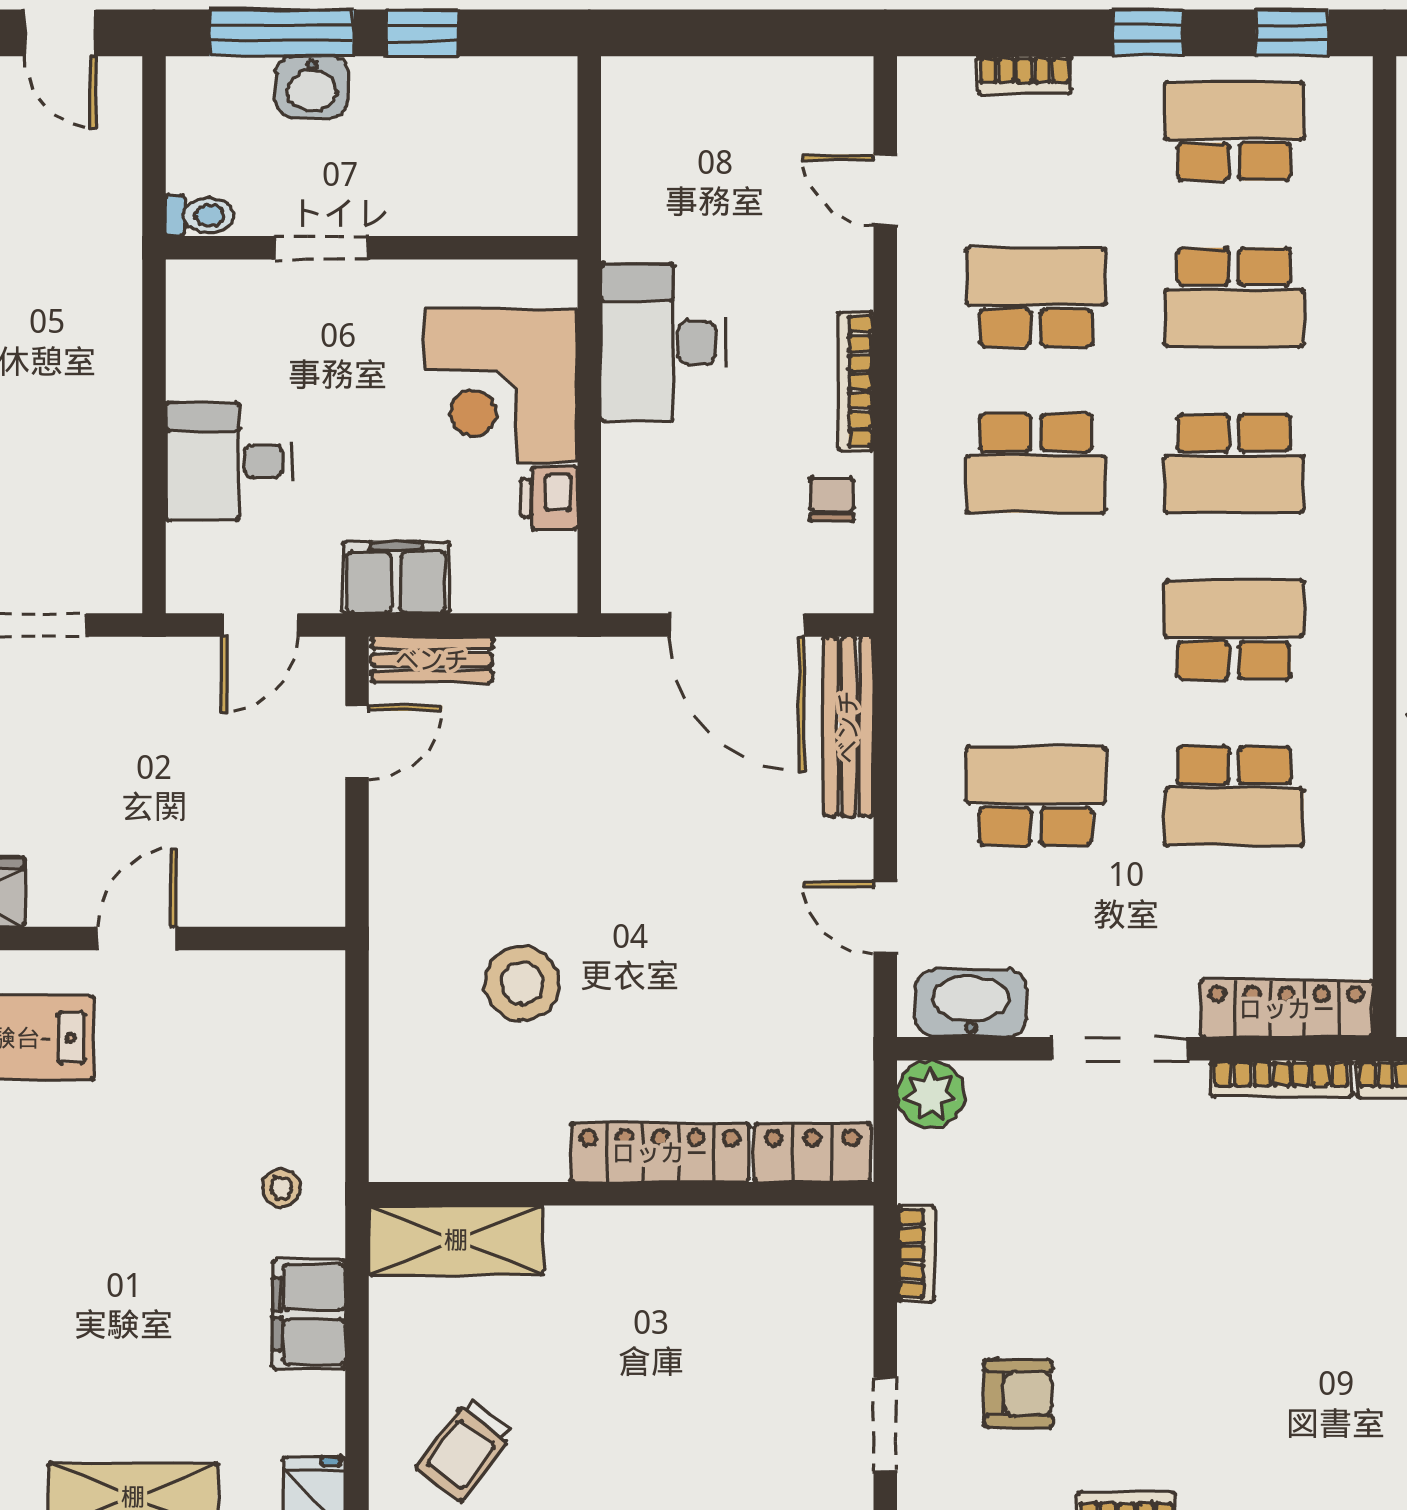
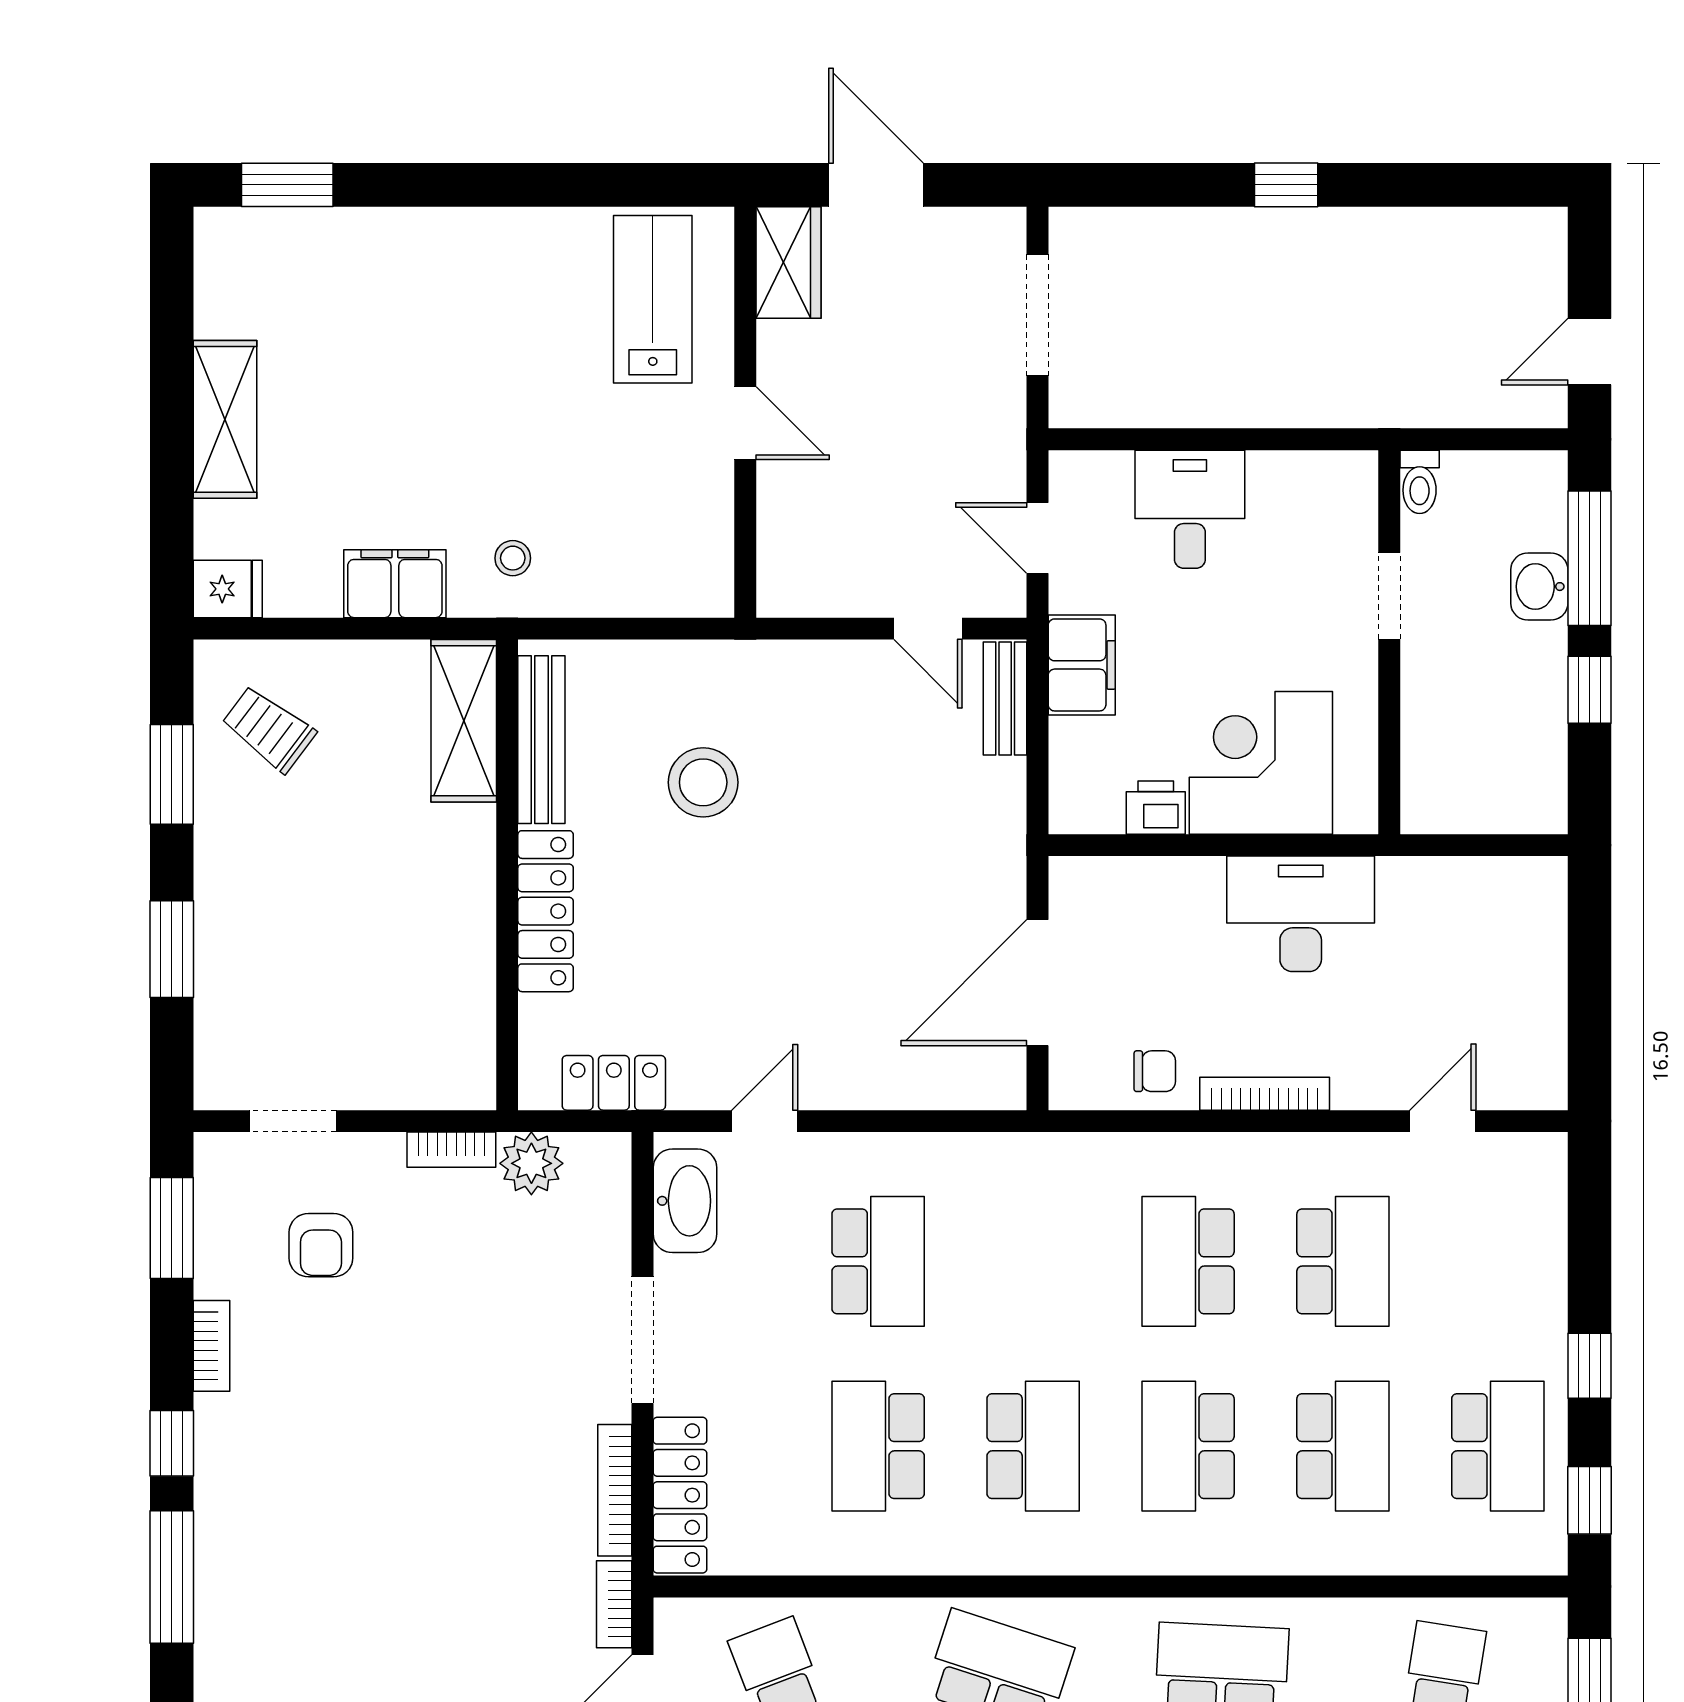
bookcase: (1024, 75) -> (1550, 1251), removed
school desk: (1234, 297) -> (1343, 1446), turned 180
bench: (848, 727) -> (541, 740), moved, turned 90
plant: (931, 1094) -> (531, 1163), moved
locker: (812, 1153) -> (614, 1083), moved, turned -90

